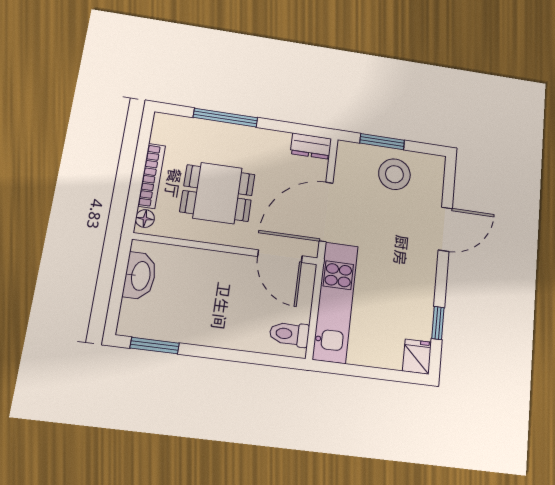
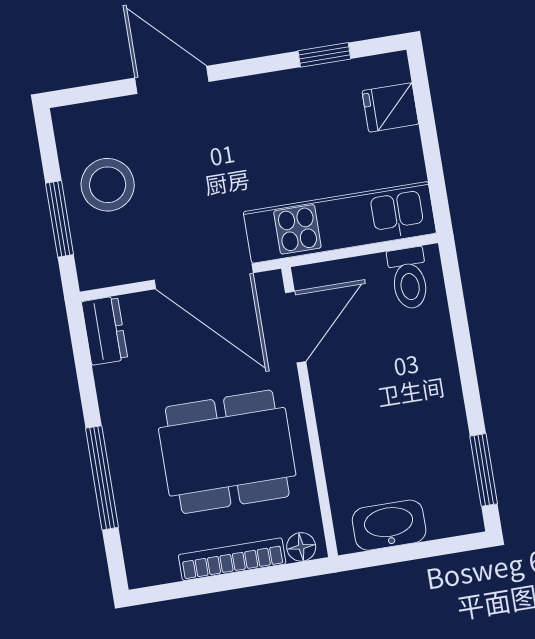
dining table: (218, 193) -> (227, 452), width x1.38
fridge: (417, 357) -> (390, 107), moved

